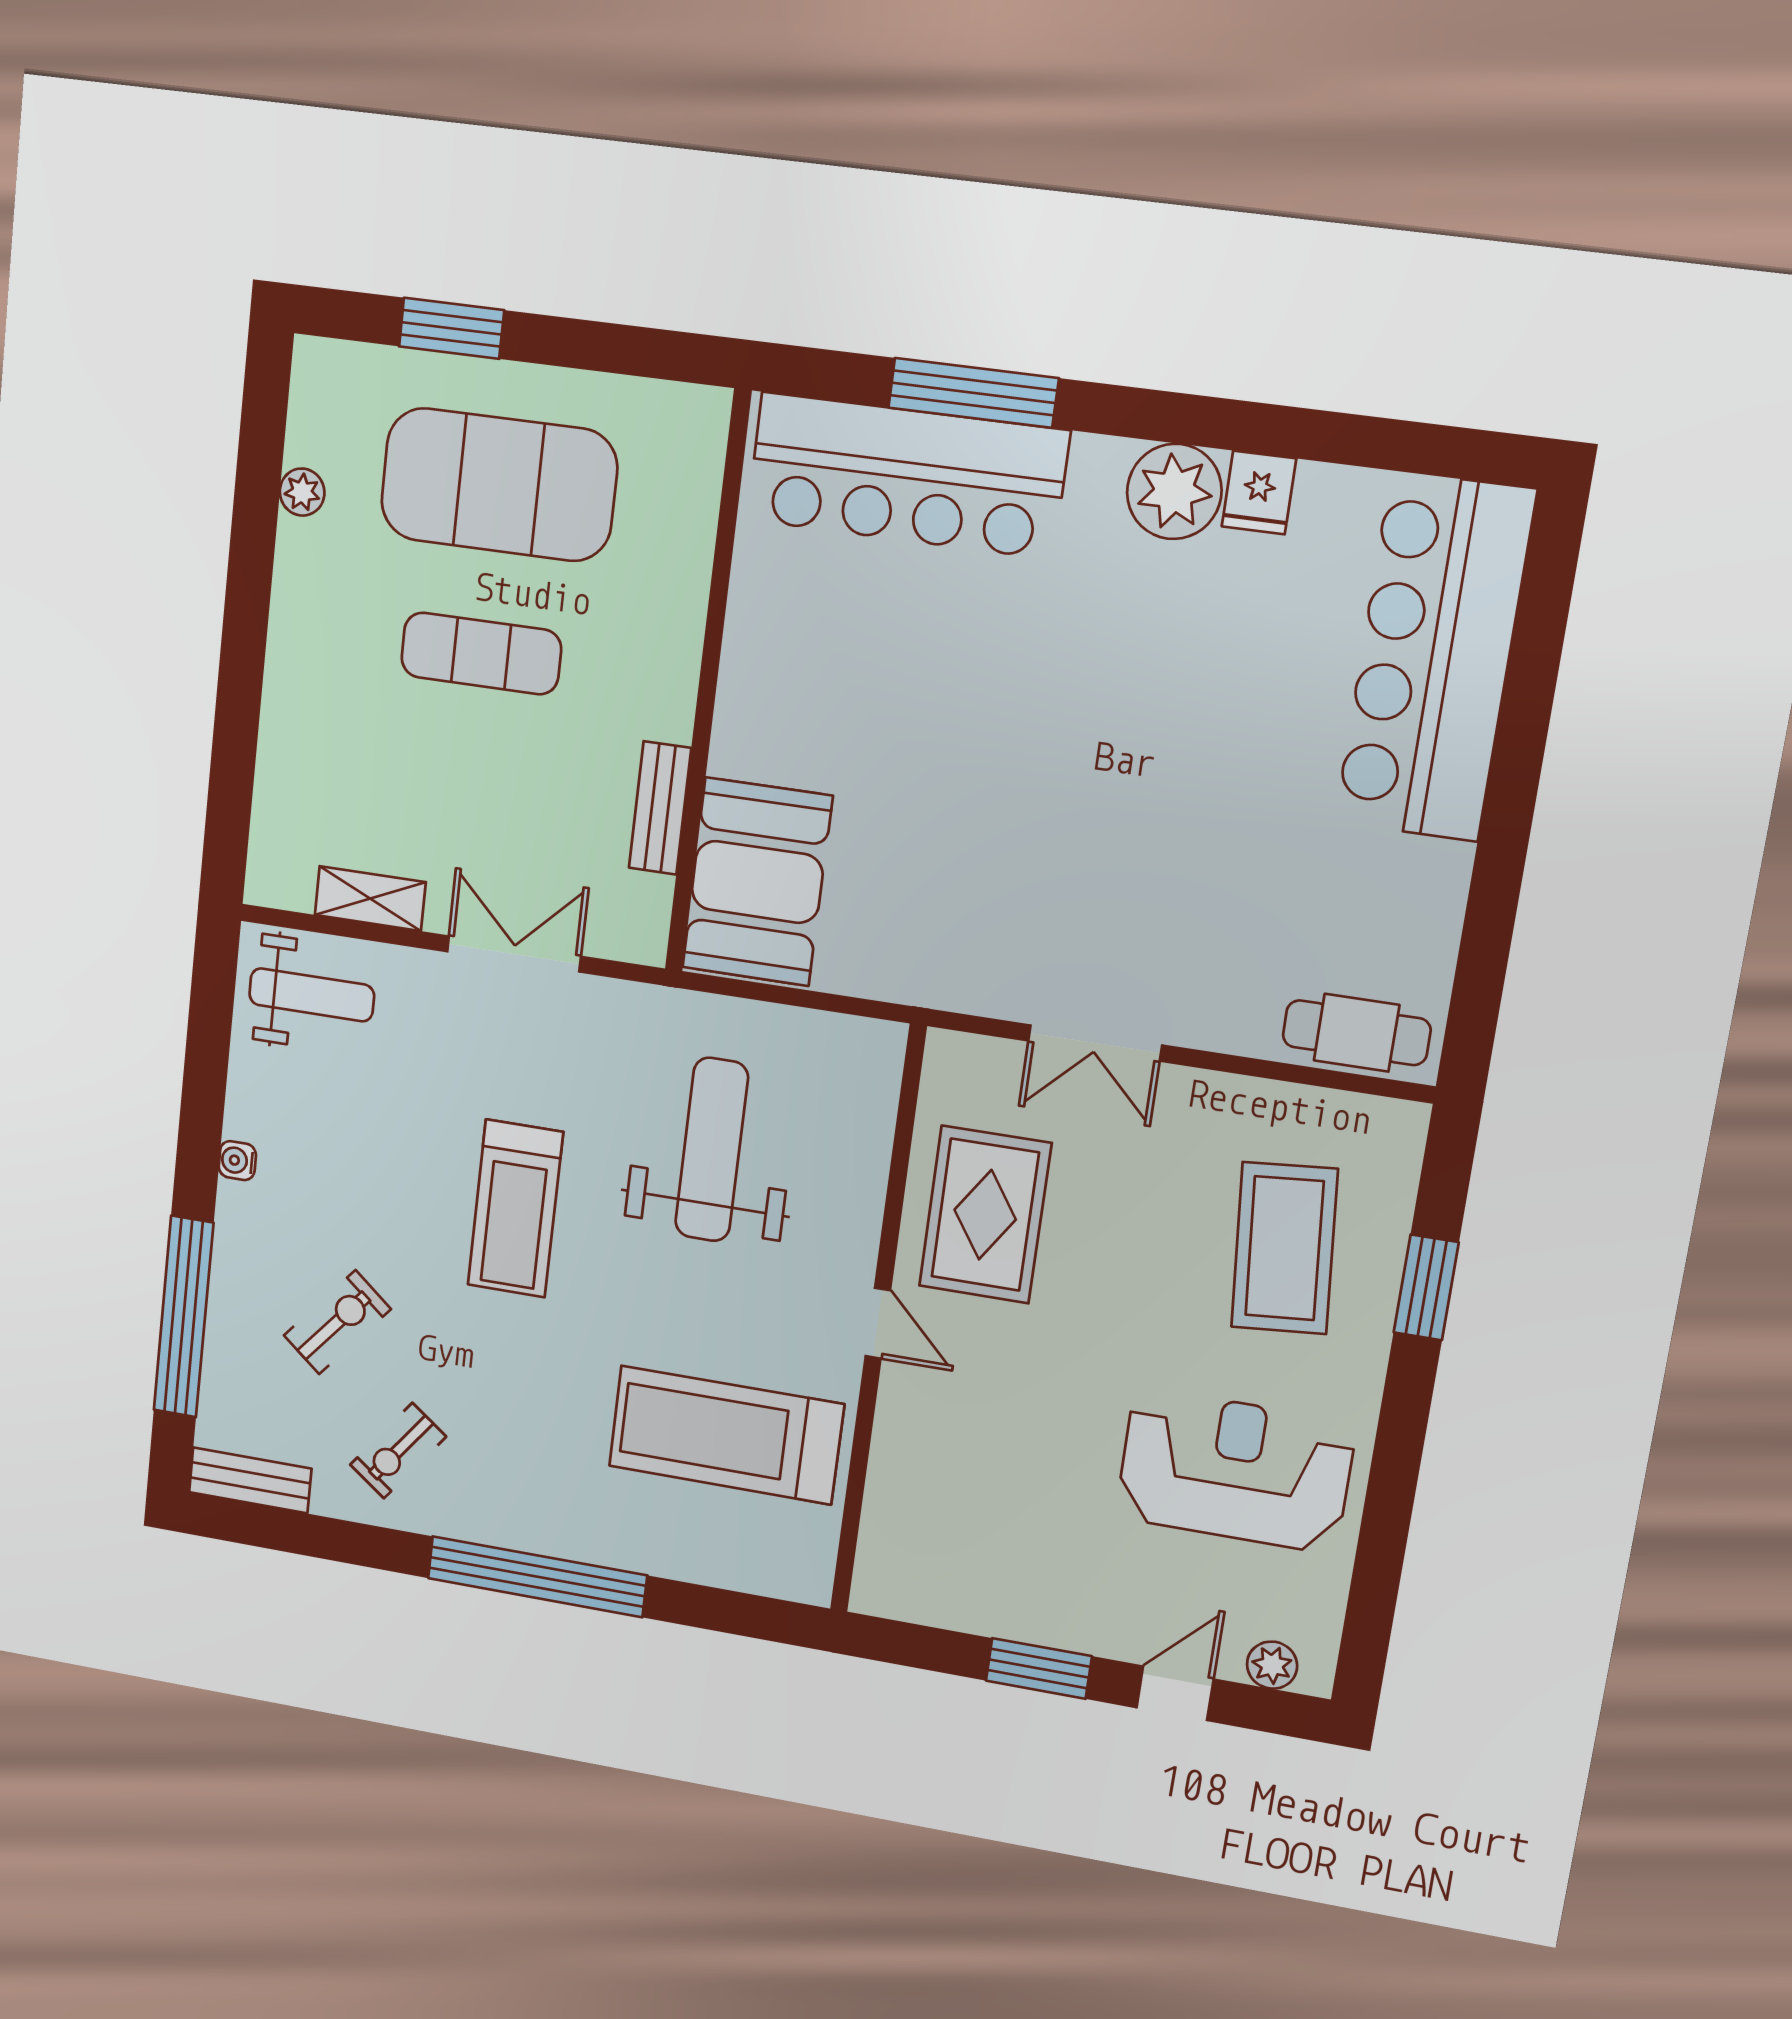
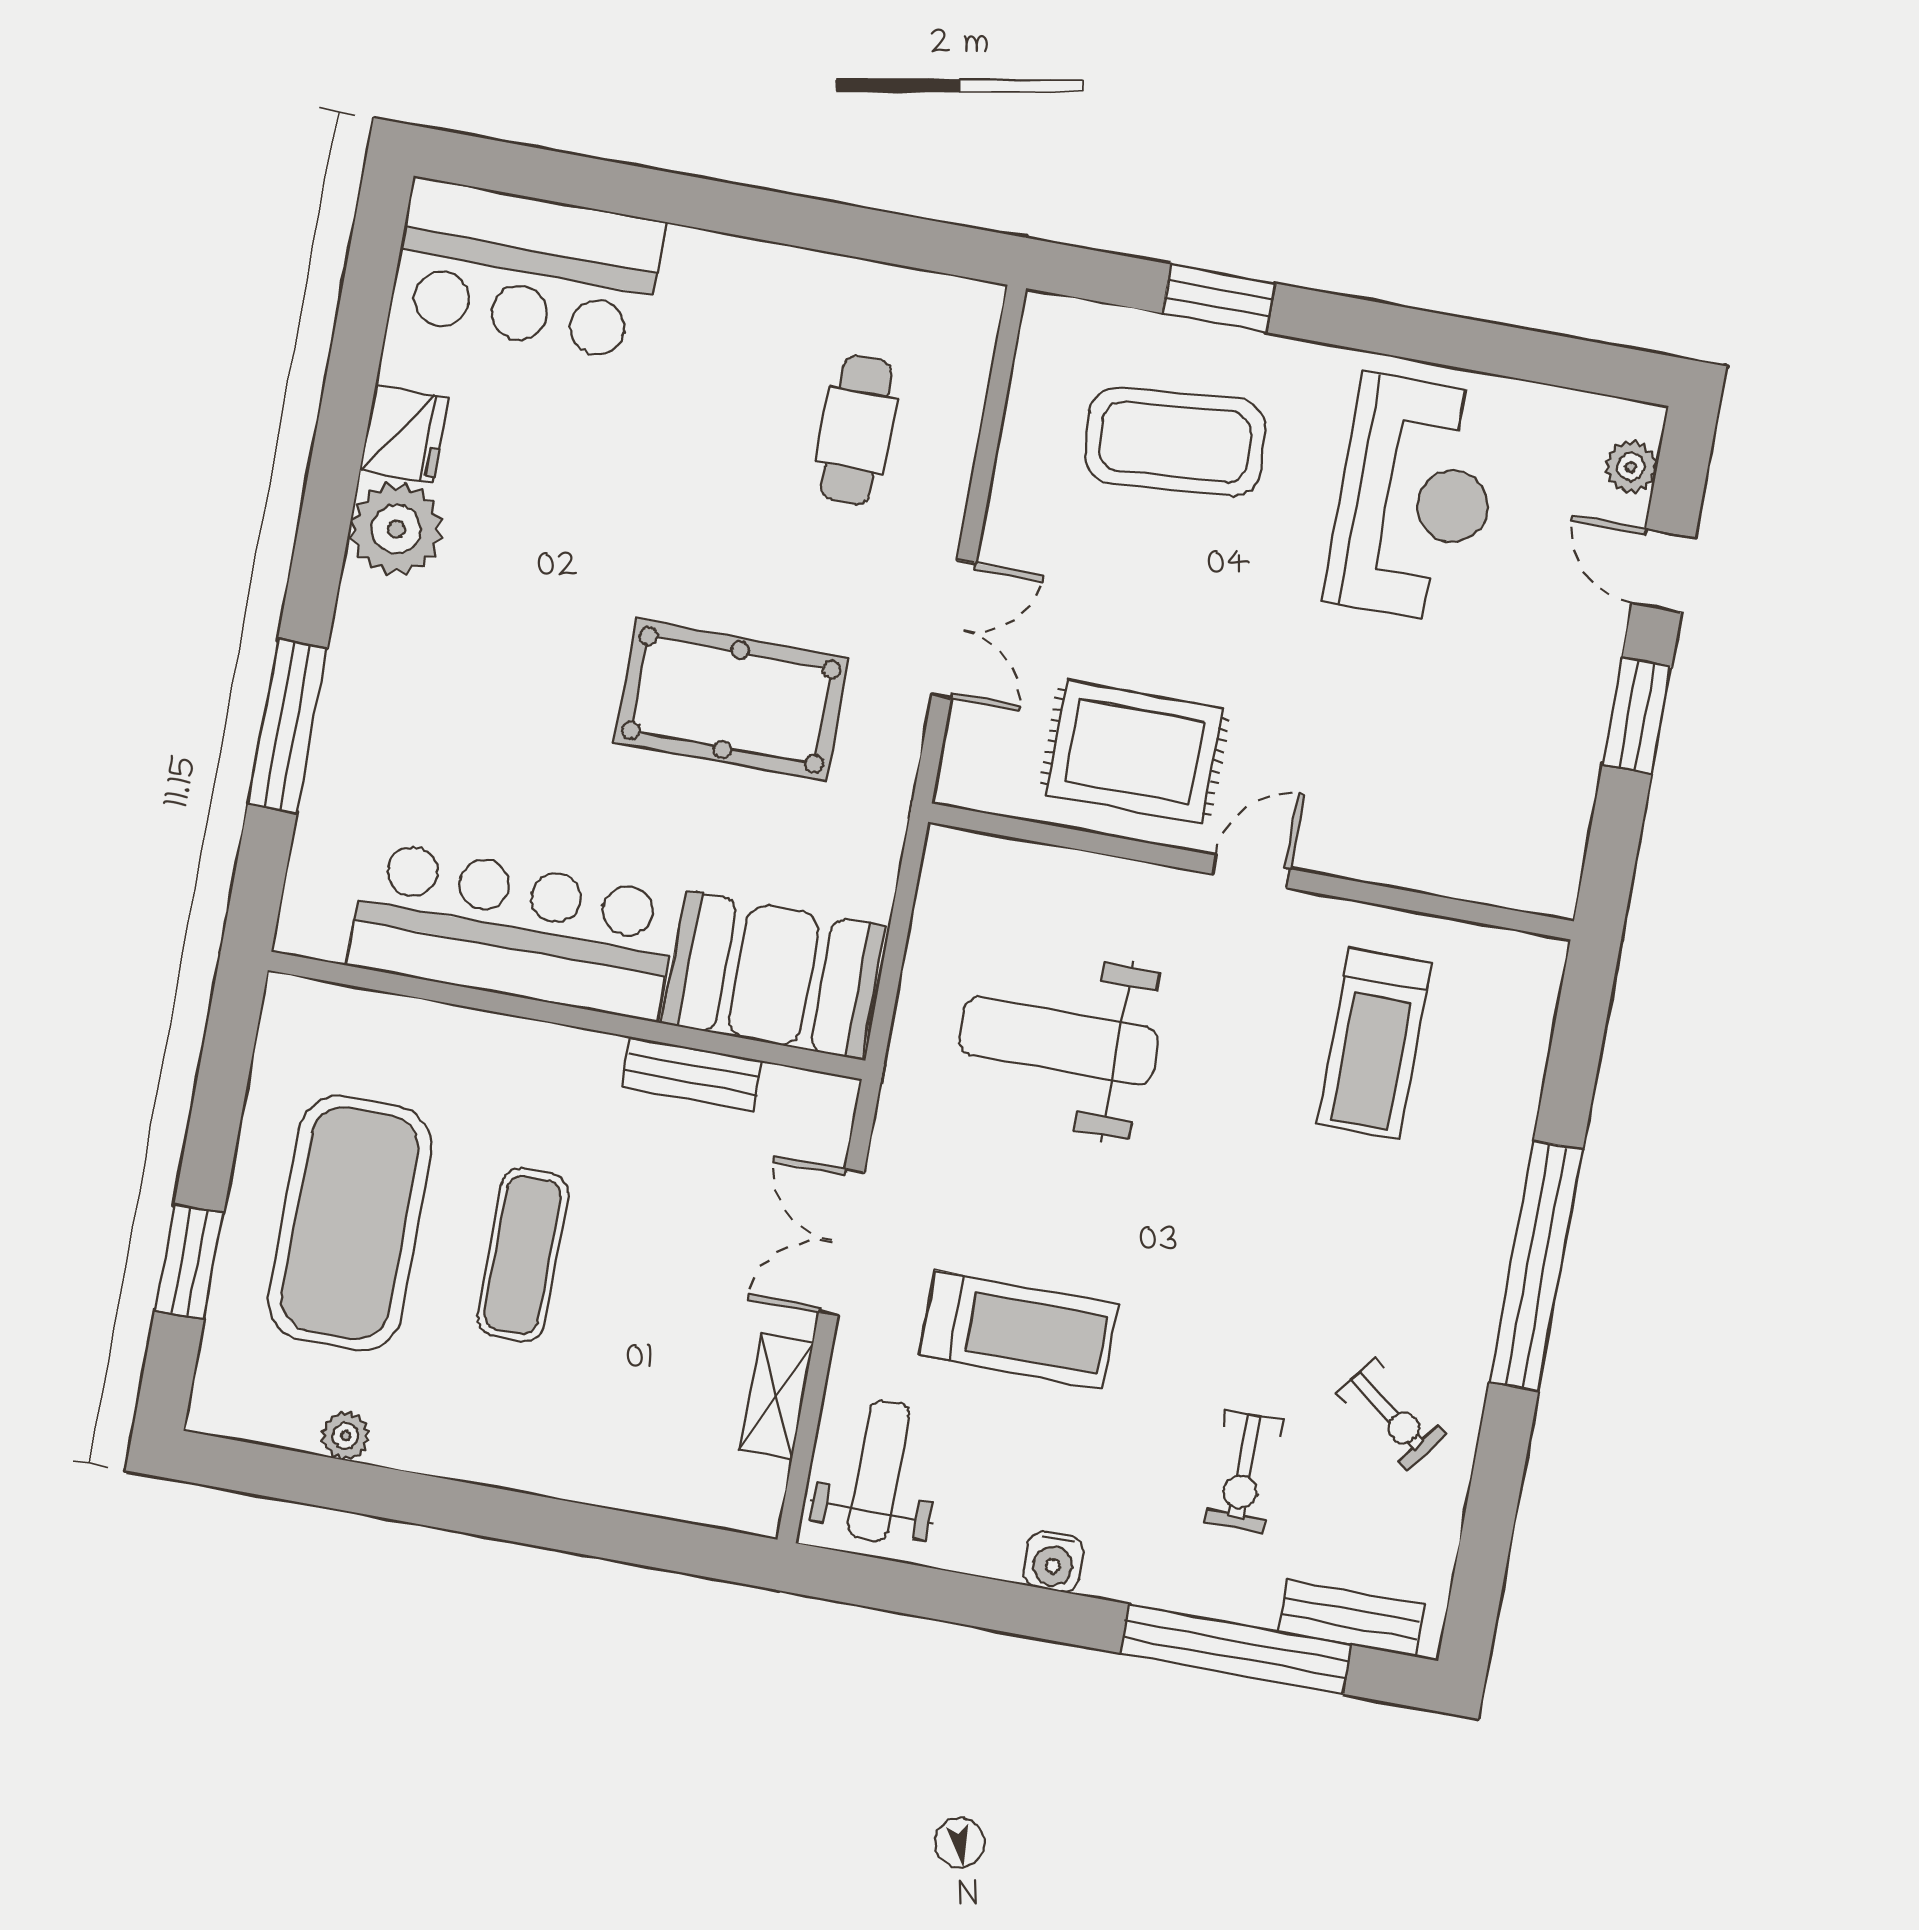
bar counter: (907, 475) -> (513, 931), moved, turned -90
fridge: (1259, 493) -> (404, 434), width x1.38
bar counter: (1435, 658) -> (527, 269), width x0.73
pool table: (1018, 832) -> (731, 700), added
cafe table: (1357, 1033) -> (856, 430), moved
water cooler: (237, 1161) -> (1054, 1562), width x1.38, depth x1.38
treadmill: (515, 1209) -> (1018, 1330), moved
exercise bike: (337, 1322) -> (1244, 1472), turned -130
treadmill: (726, 1435) -> (1374, 1044), width x0.73, depth x0.73
reception desk: (1235, 1470) -> (1415, 499), turned 180
bench: (250, 1480) -> (1351, 1618), moved, turned 90

